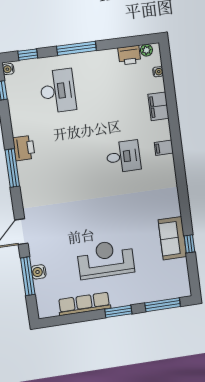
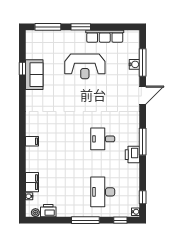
filing cabinet: (158, 106) -> (32, 182), moved
desk: (123, 156) -> (103, 139), moved

